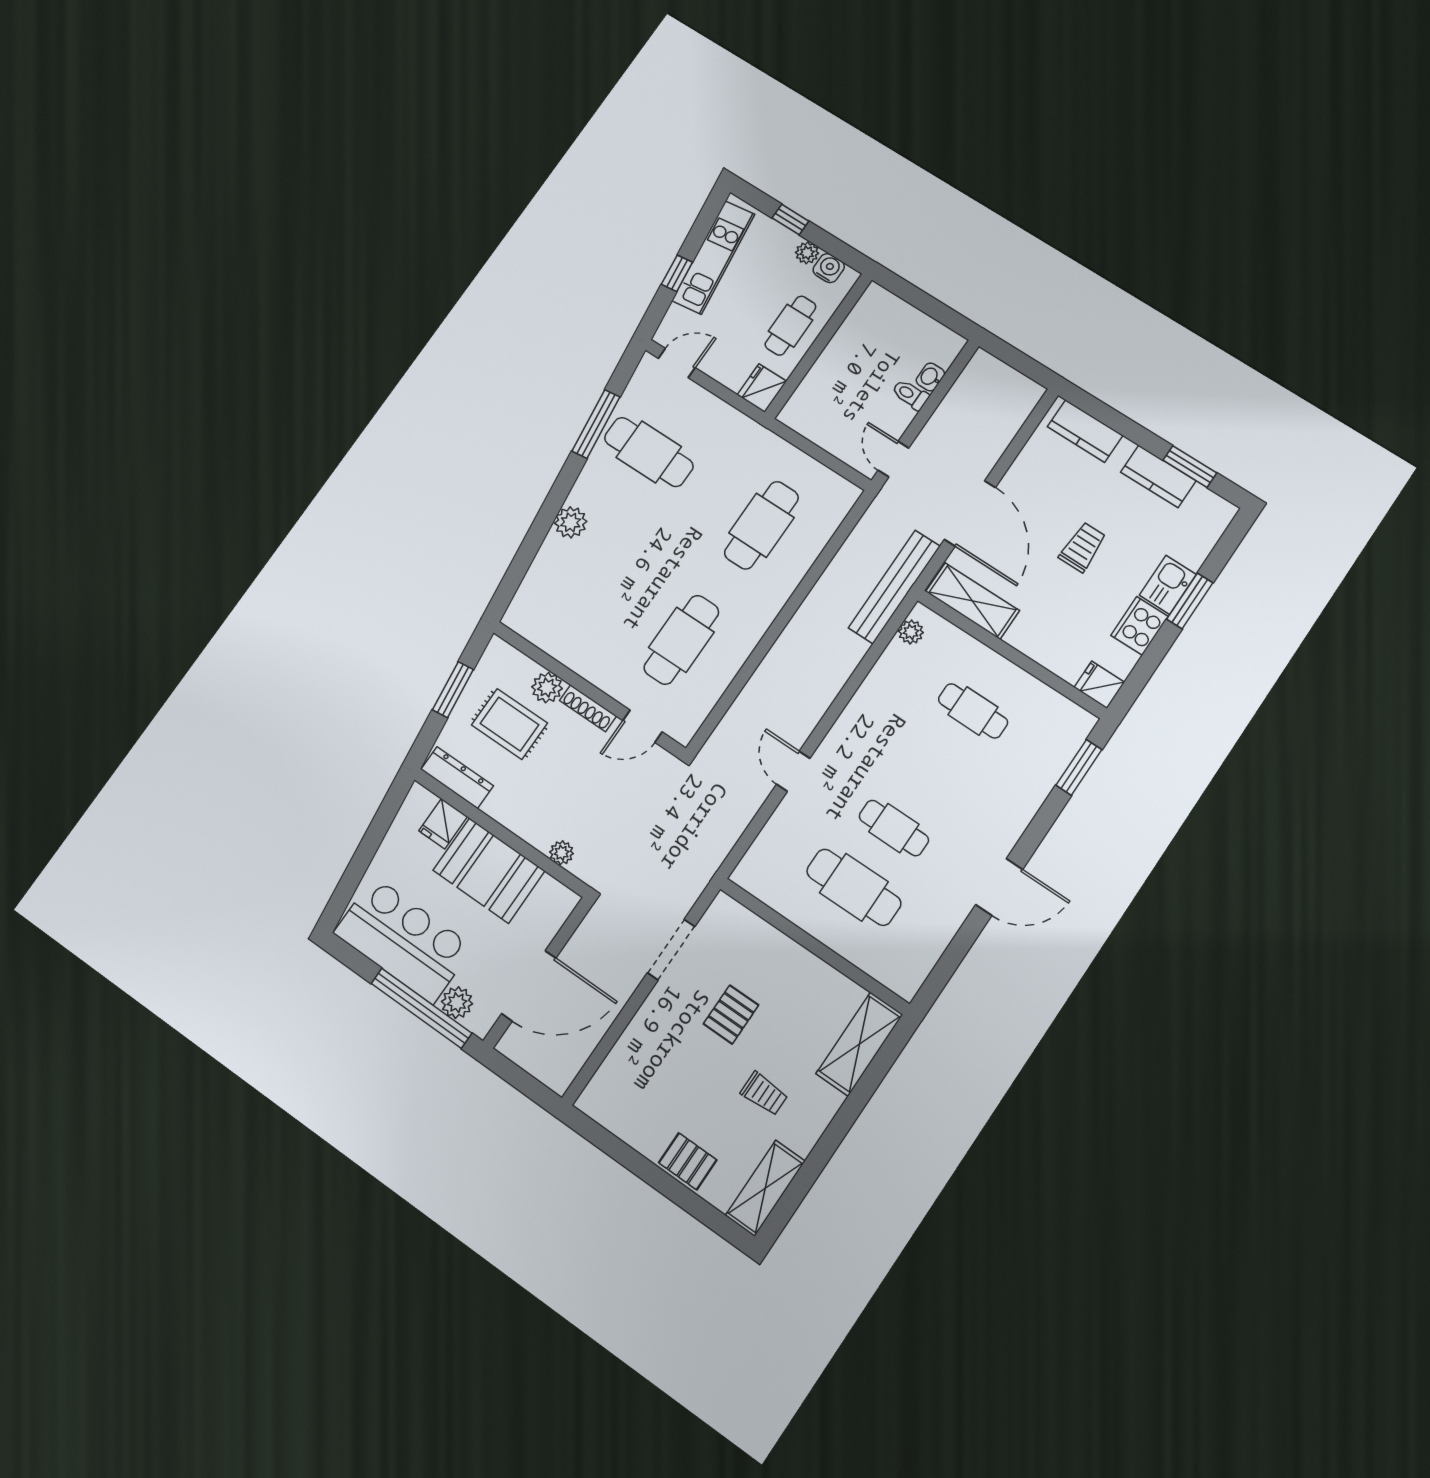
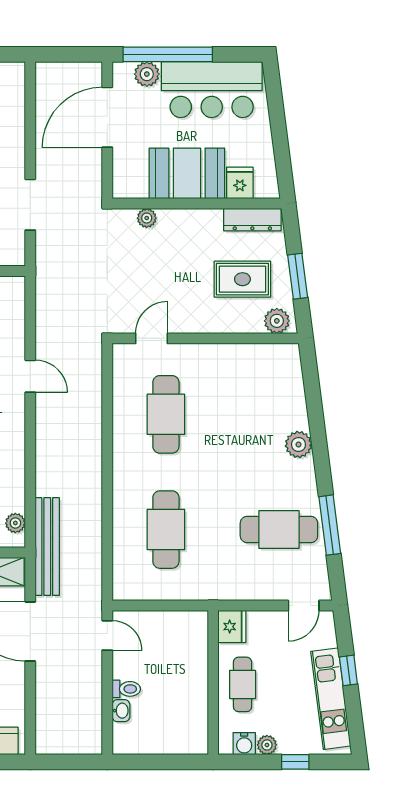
plant: (547, 688) -> (277, 321), moved
shoe rack: (588, 708) -> (197, 326), removed

